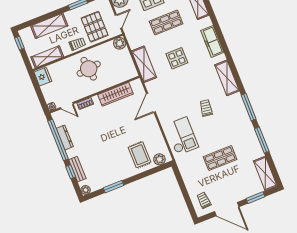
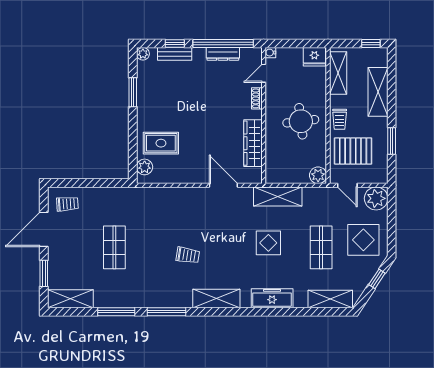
checkout: (182, 136) -> (163, 209), removed

